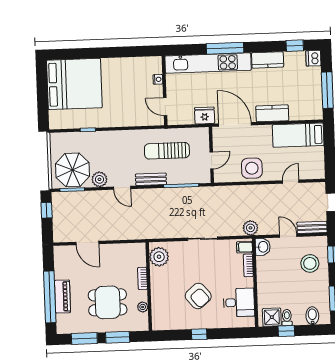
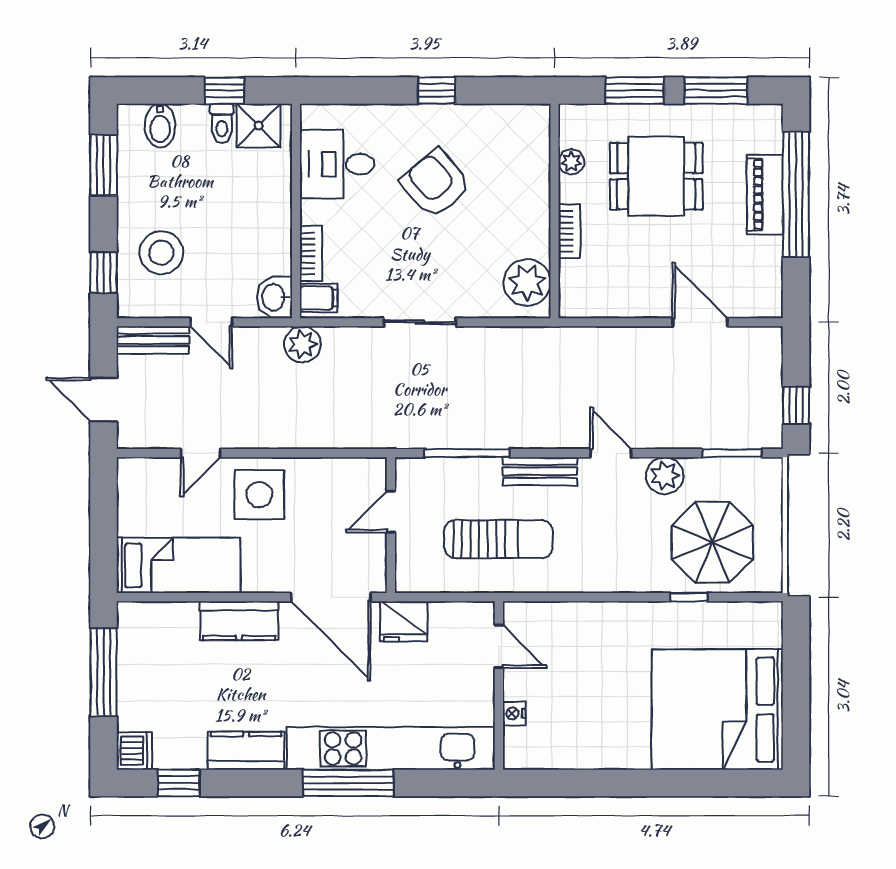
side table: (252, 168) -> (259, 495), moved
parasol: (73, 170) -> (712, 542), moved

